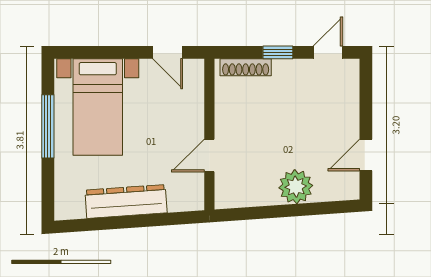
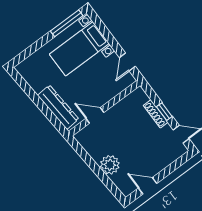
shoe rack: (246, 67) -> (156, 114), moved
window: (48, 126) -> (67, 23), moved
dresser: (126, 201) -> (58, 107), moved

